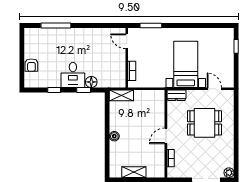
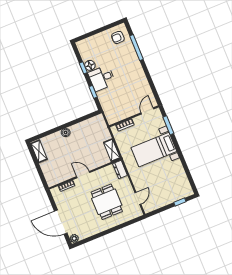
bed with nightstands: (186, 64) -> (154, 150), moved, turned 180
armchair: (31, 65) -> (118, 37), moved
floor lamp: (91, 82) -> (90, 65), moved
shelving: (121, 95) -> (112, 150), moved
shelving: (134, 172) -> (39, 151), moved

